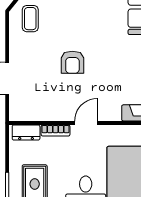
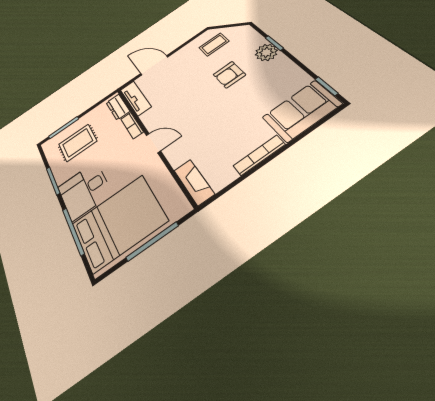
armchair: (72, 62) -> (229, 75), moved
tv unit: (30, 113) -> (136, 98), added

